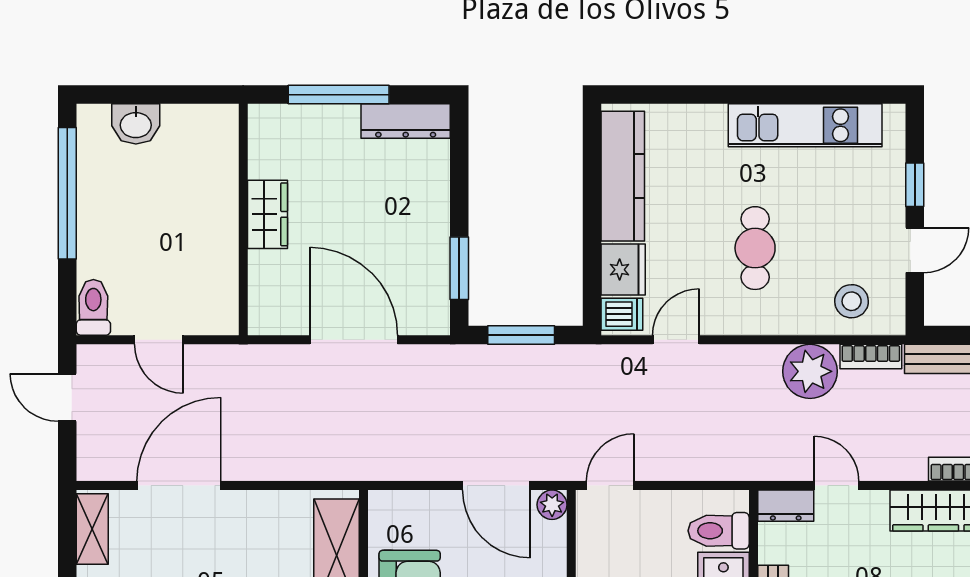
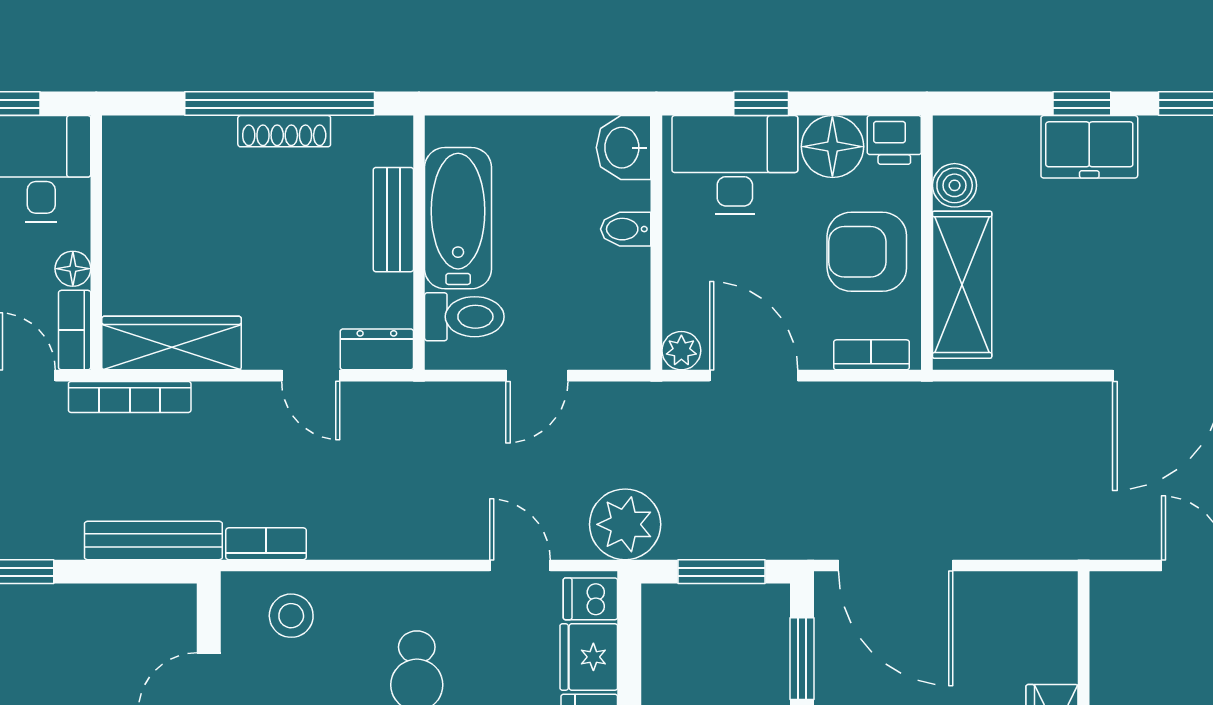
door: (354, 340) -> (896, 565), moved
door: (676, 340) -> (520, 565), swing flipped
plant: (810, 371) -> (625, 524), moved
door: (610, 486) -> (537, 376), moved
bookcase: (406, 502) -> (871, 355), added

